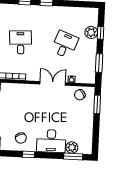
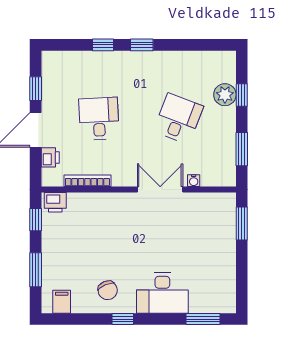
chair: (80, 95) -> (210, 208), removed
plant: (72, 147) -> (200, 303), removed

